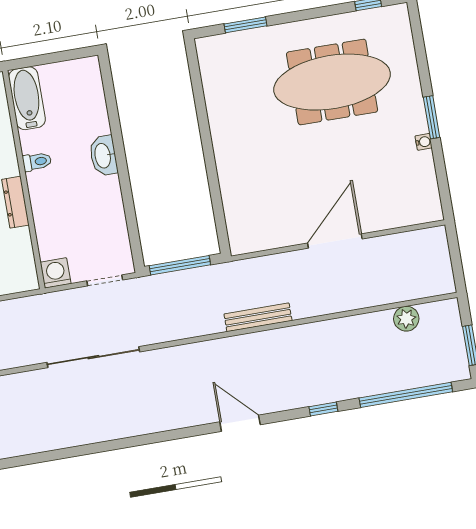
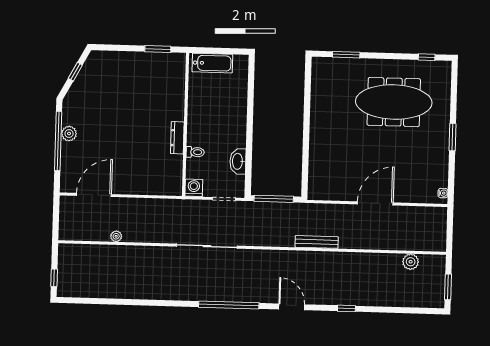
bathtub: (27, 98) -> (212, 63), moved, turned 90
water cooler: (424, 142) -> (443, 193), moved
washbasin: (103, 156) -> (238, 161), moved
toilet: (37, 162) -> (195, 152), moved
window: (406, 395) -> (229, 305), moved

